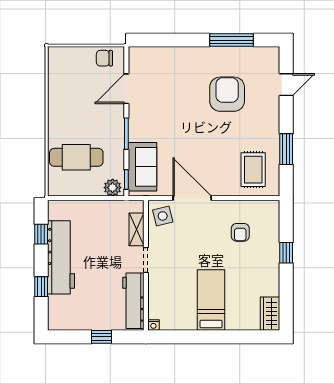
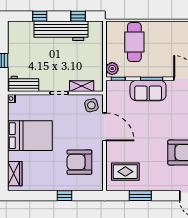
sofa: (142, 167) -> (148, 90), moved
door: (192, 198) -> (104, 127), hinge flipped
armchair: (240, 232) -> (79, 162), width x1.88, depth x1.88
bed: (211, 300) -> (30, 136), width x1.50
workbench: (133, 301) -> (24, 84), width x0.73
wardrobe: (270, 314) -> (15, 174), moved, turned 90

